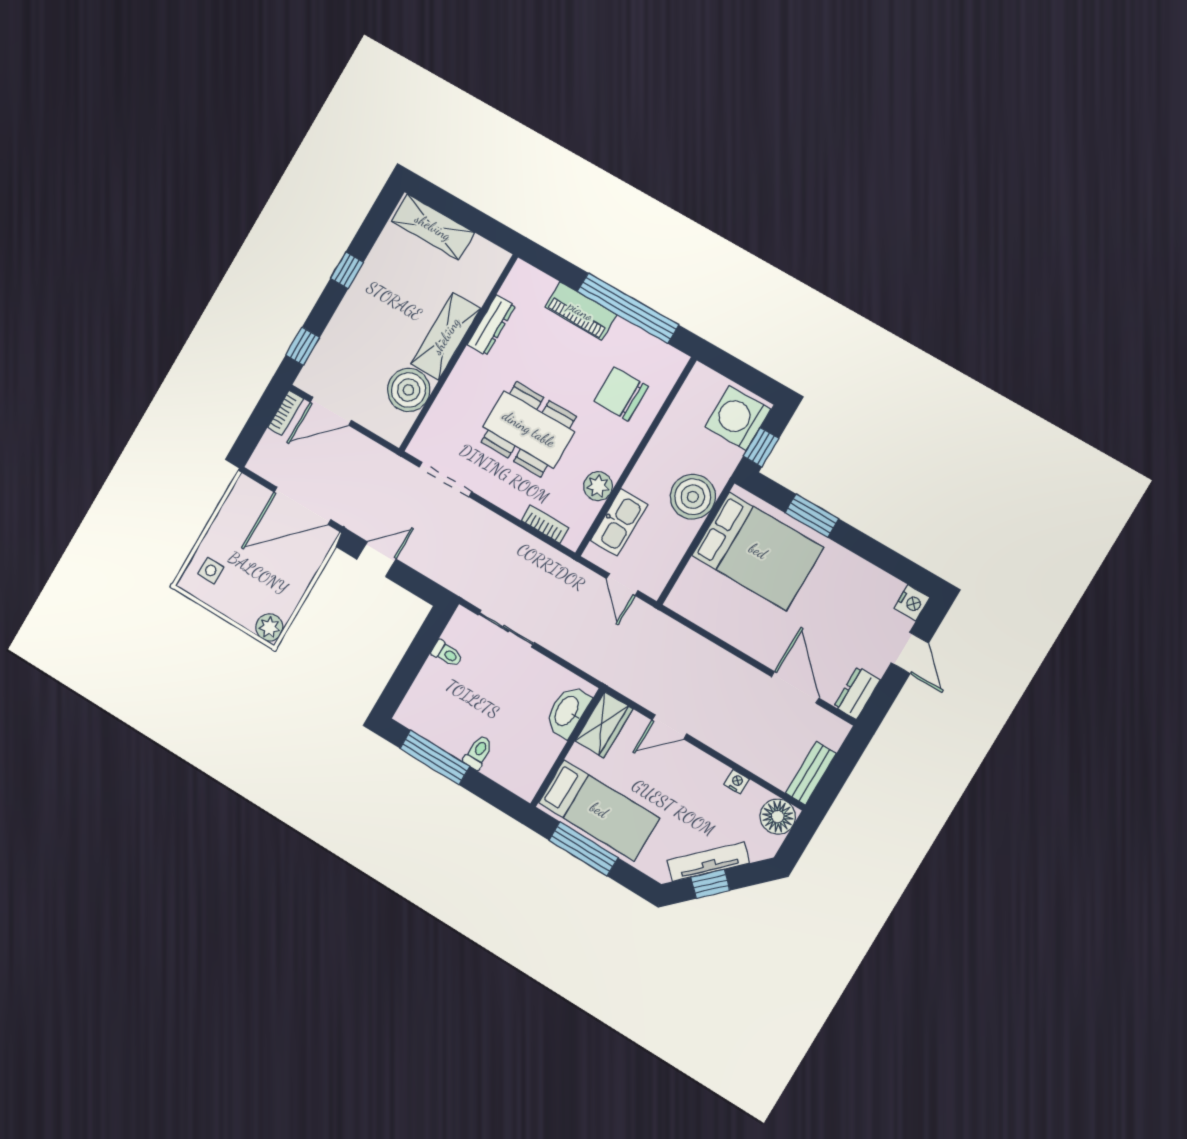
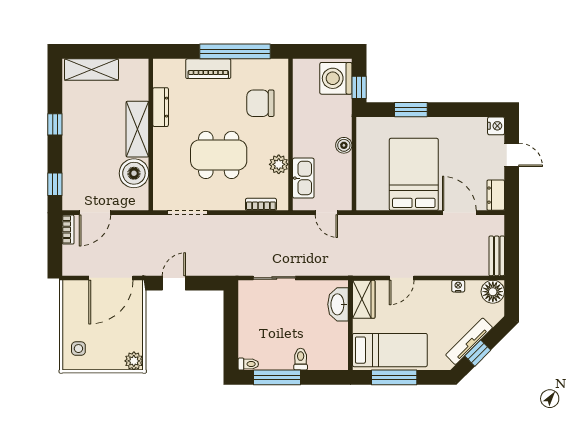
boiler: (693, 497) -> (344, 145), width x0.54, depth x0.54
bed: (758, 551) -> (414, 174), moved, turned -90
toilet: (447, 654) -> (248, 364), moved

